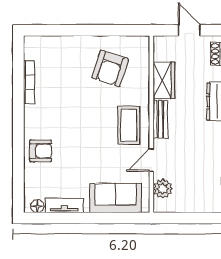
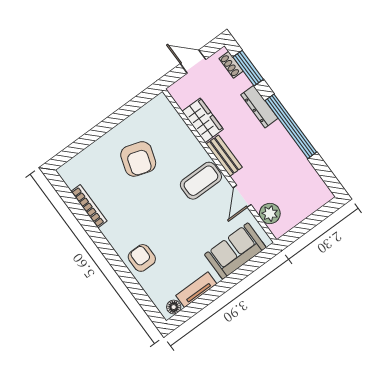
armchair: (110, 68) -> (138, 159), moved
coffee table: (129, 125) -> (201, 181), turned 90
armchair: (41, 151) -> (142, 258), turned -90

